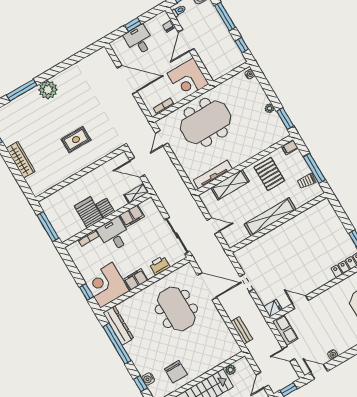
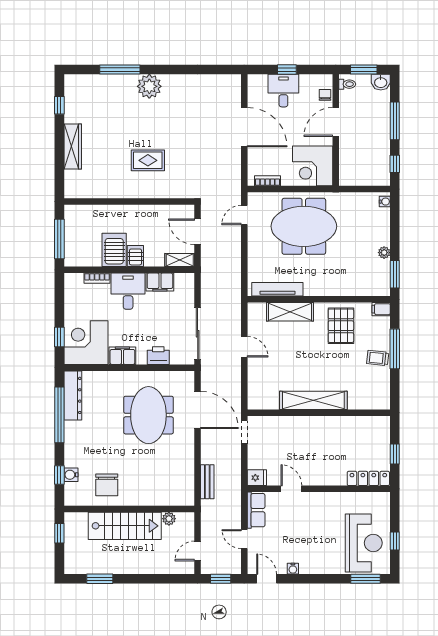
shelving: (270, 217) -> (313, 400), moved
wall: (278, 223) -> (319, 413), moved

